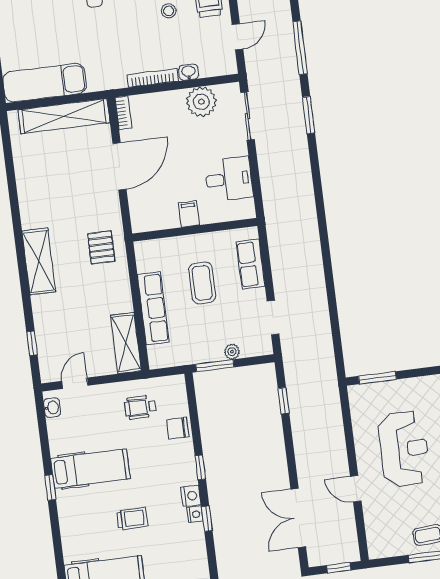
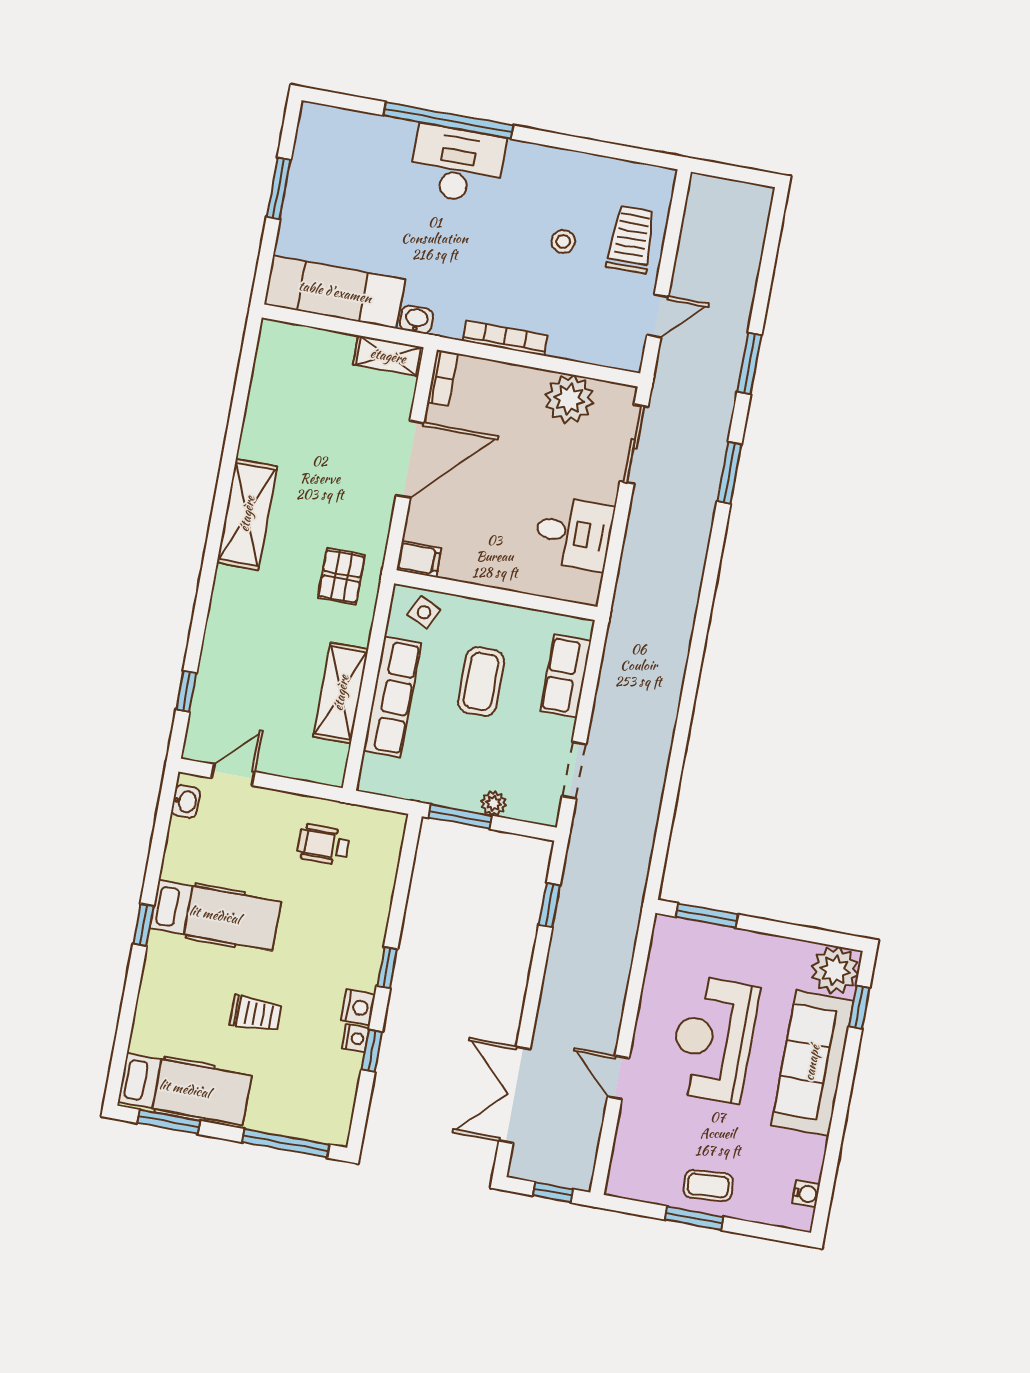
window: (300, 48) -> (749, 364), width x0.69
washbasin: (189, 72) -> (416, 320), moved
shelving: (64, 116) -> (388, 356), width x0.45, depth x0.75
filing cabinet: (189, 214) -> (419, 559), moved, turned 90
side table: (156, 253) -> (424, 612), added
shelving: (39, 262) -> (247, 514), moved
shelving: (126, 343) -> (341, 693), moved
chair: (178, 428) -> (371, 896), removed
reception desk: (404, 449) -> (713, 1039), turned 180

